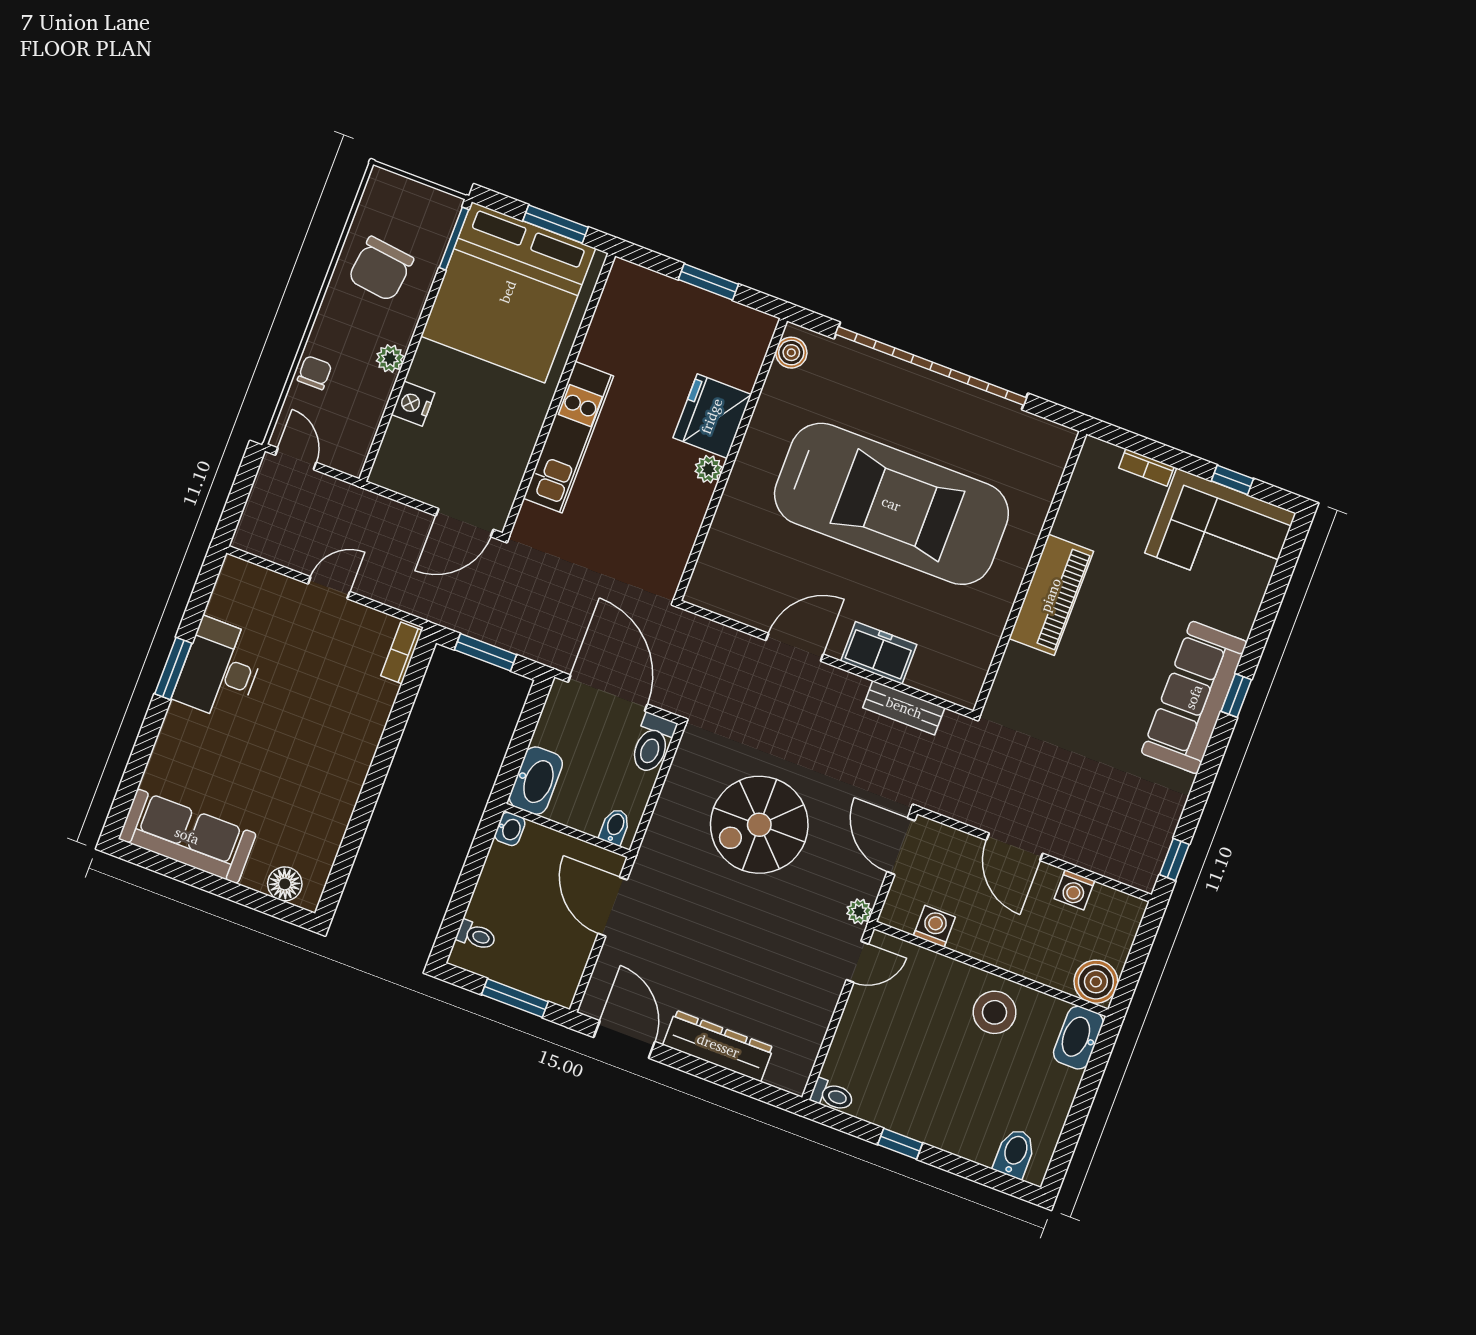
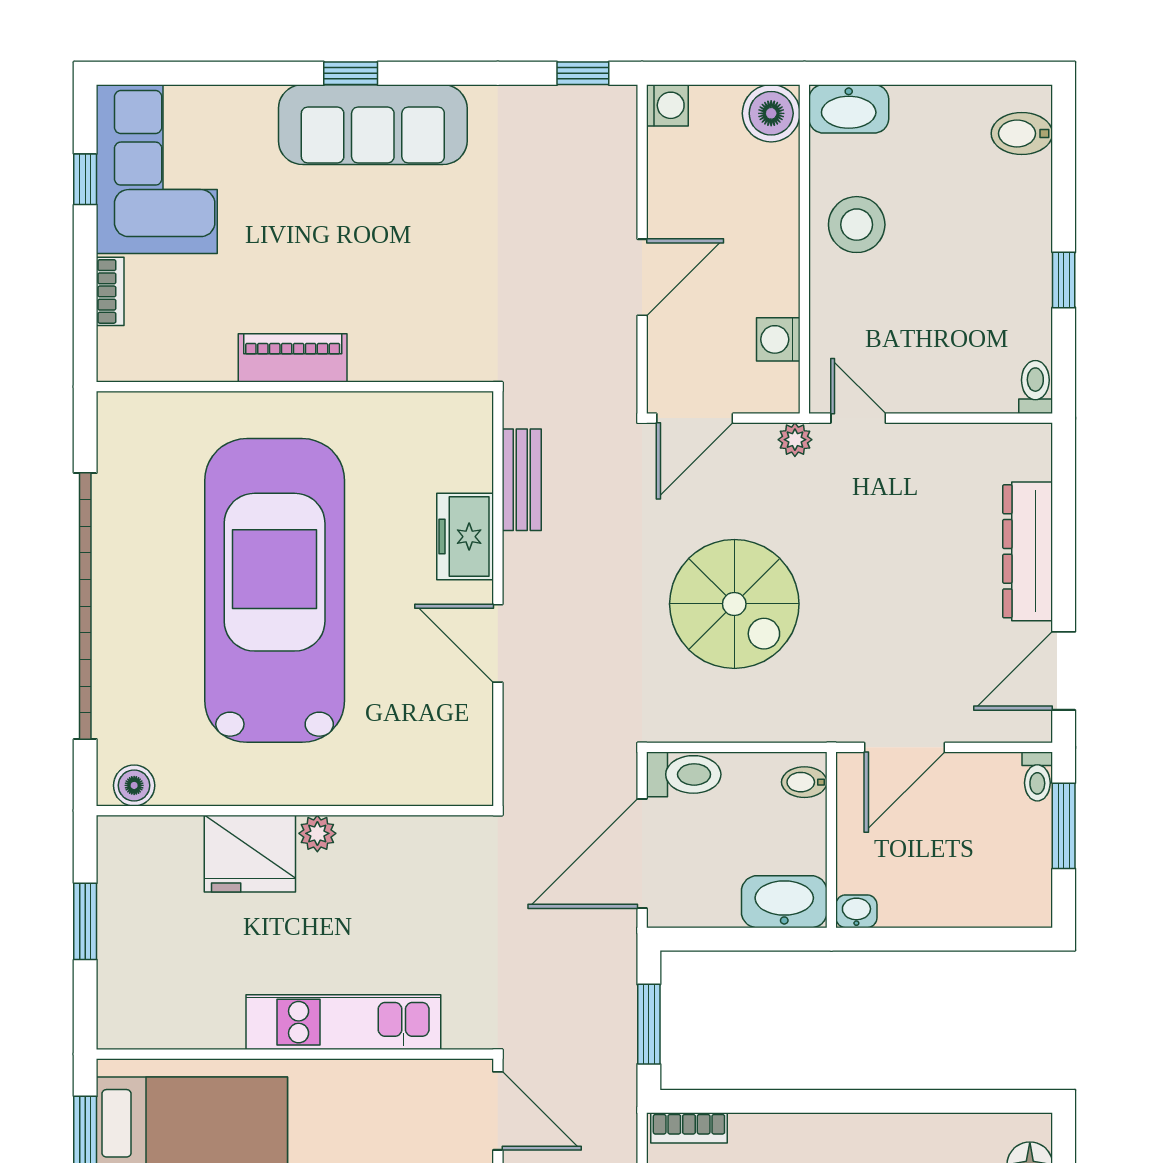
piano: (1051, 595) -> (293, 358), width x0.73, depth x0.75
washing machine: (1074, 890) -> (667, 105), moved
toilet: (476, 935) -> (1037, 776), moved, turned 180

